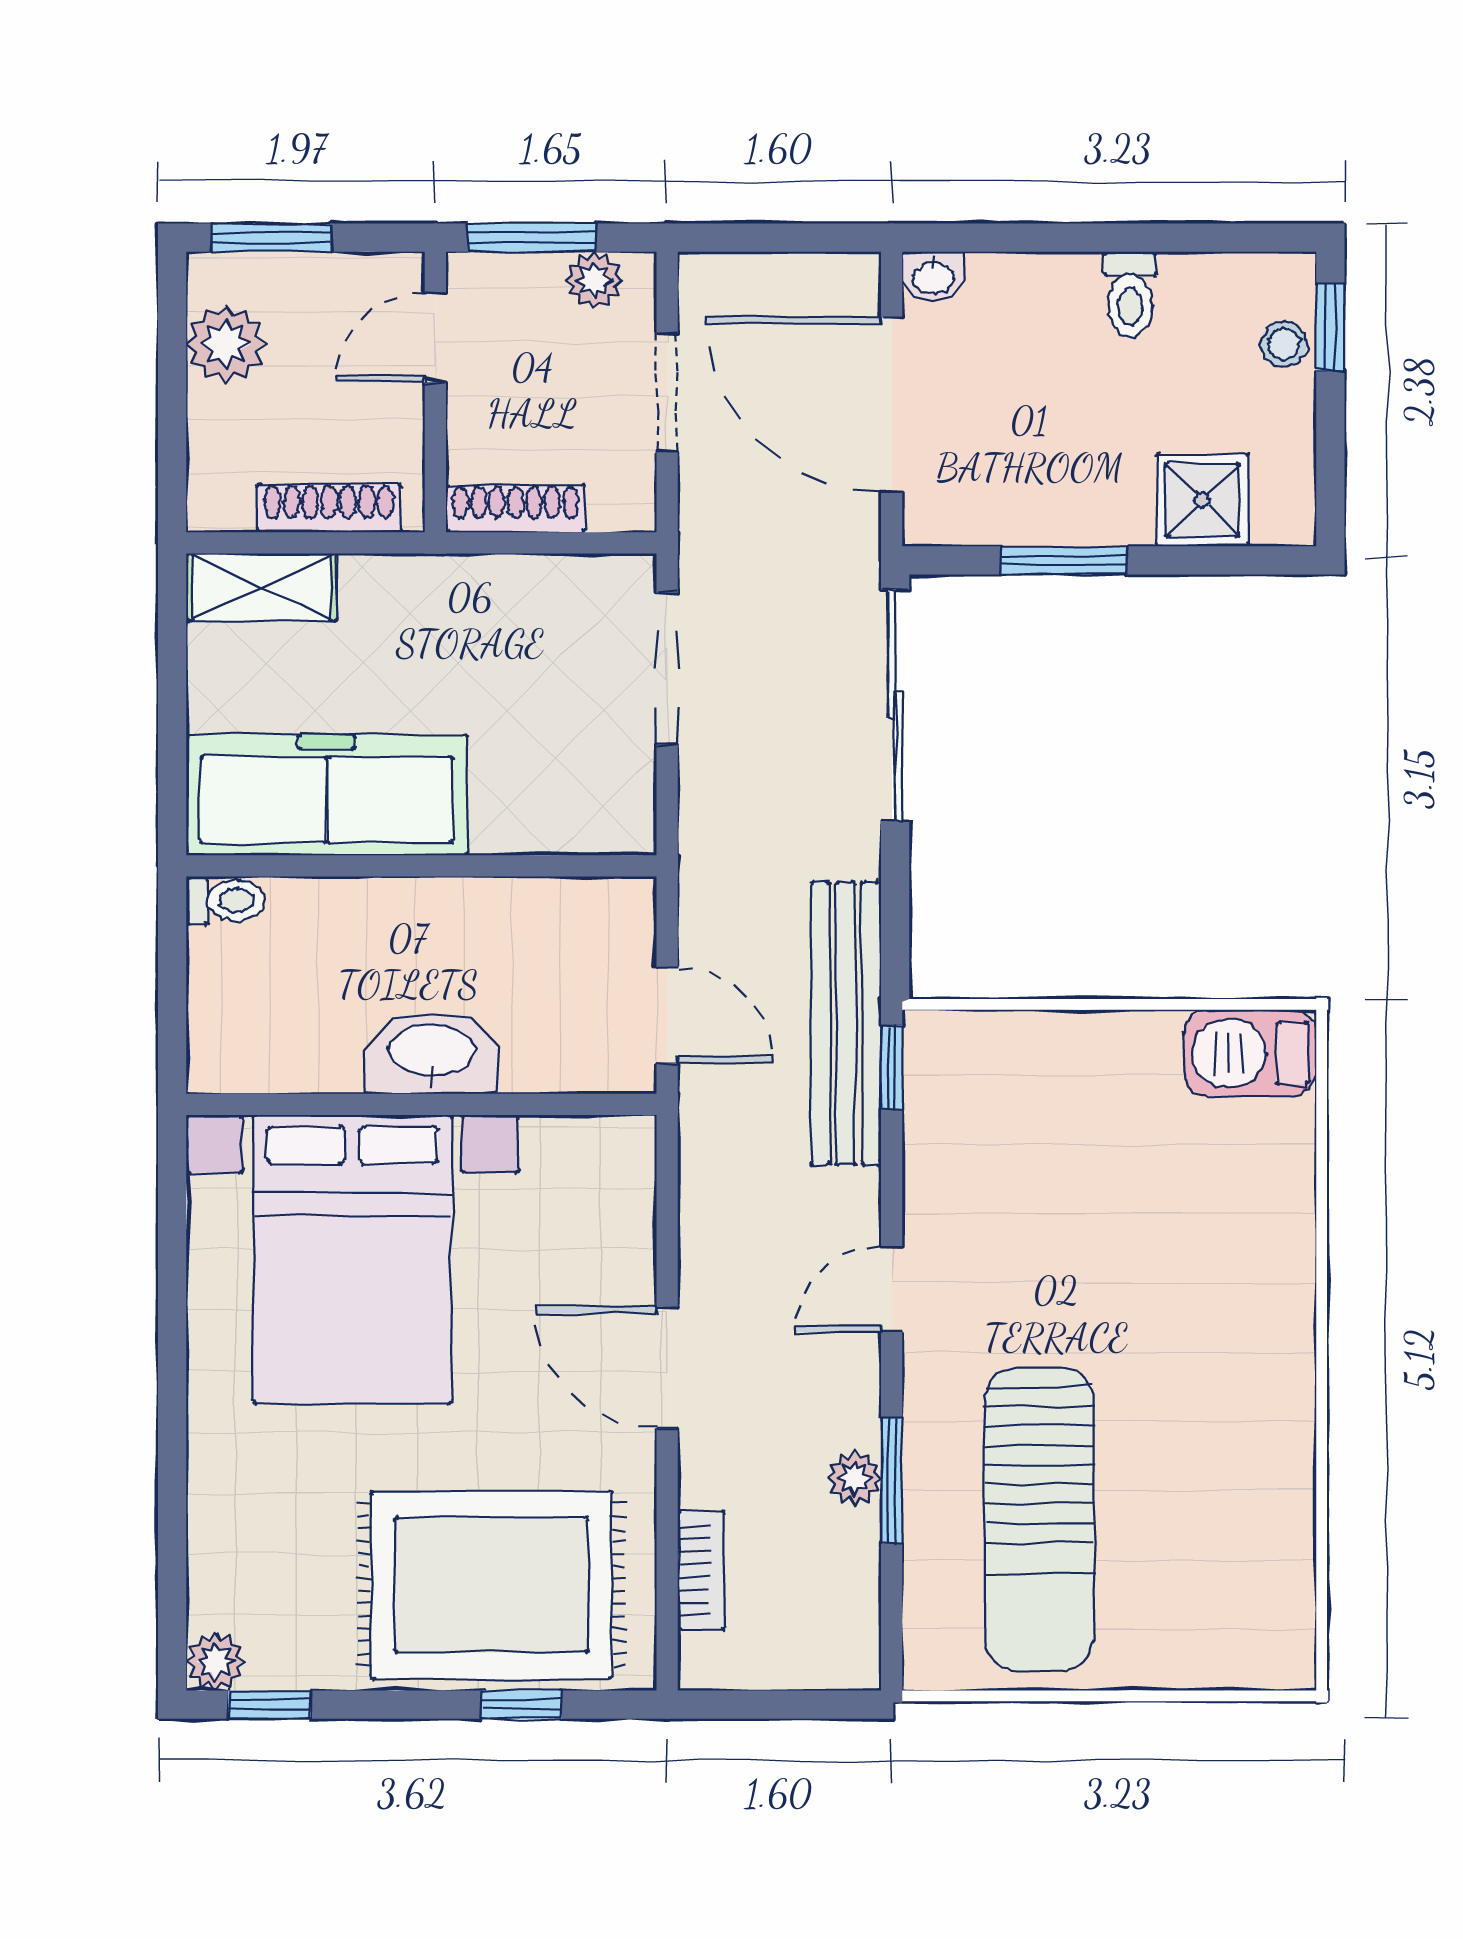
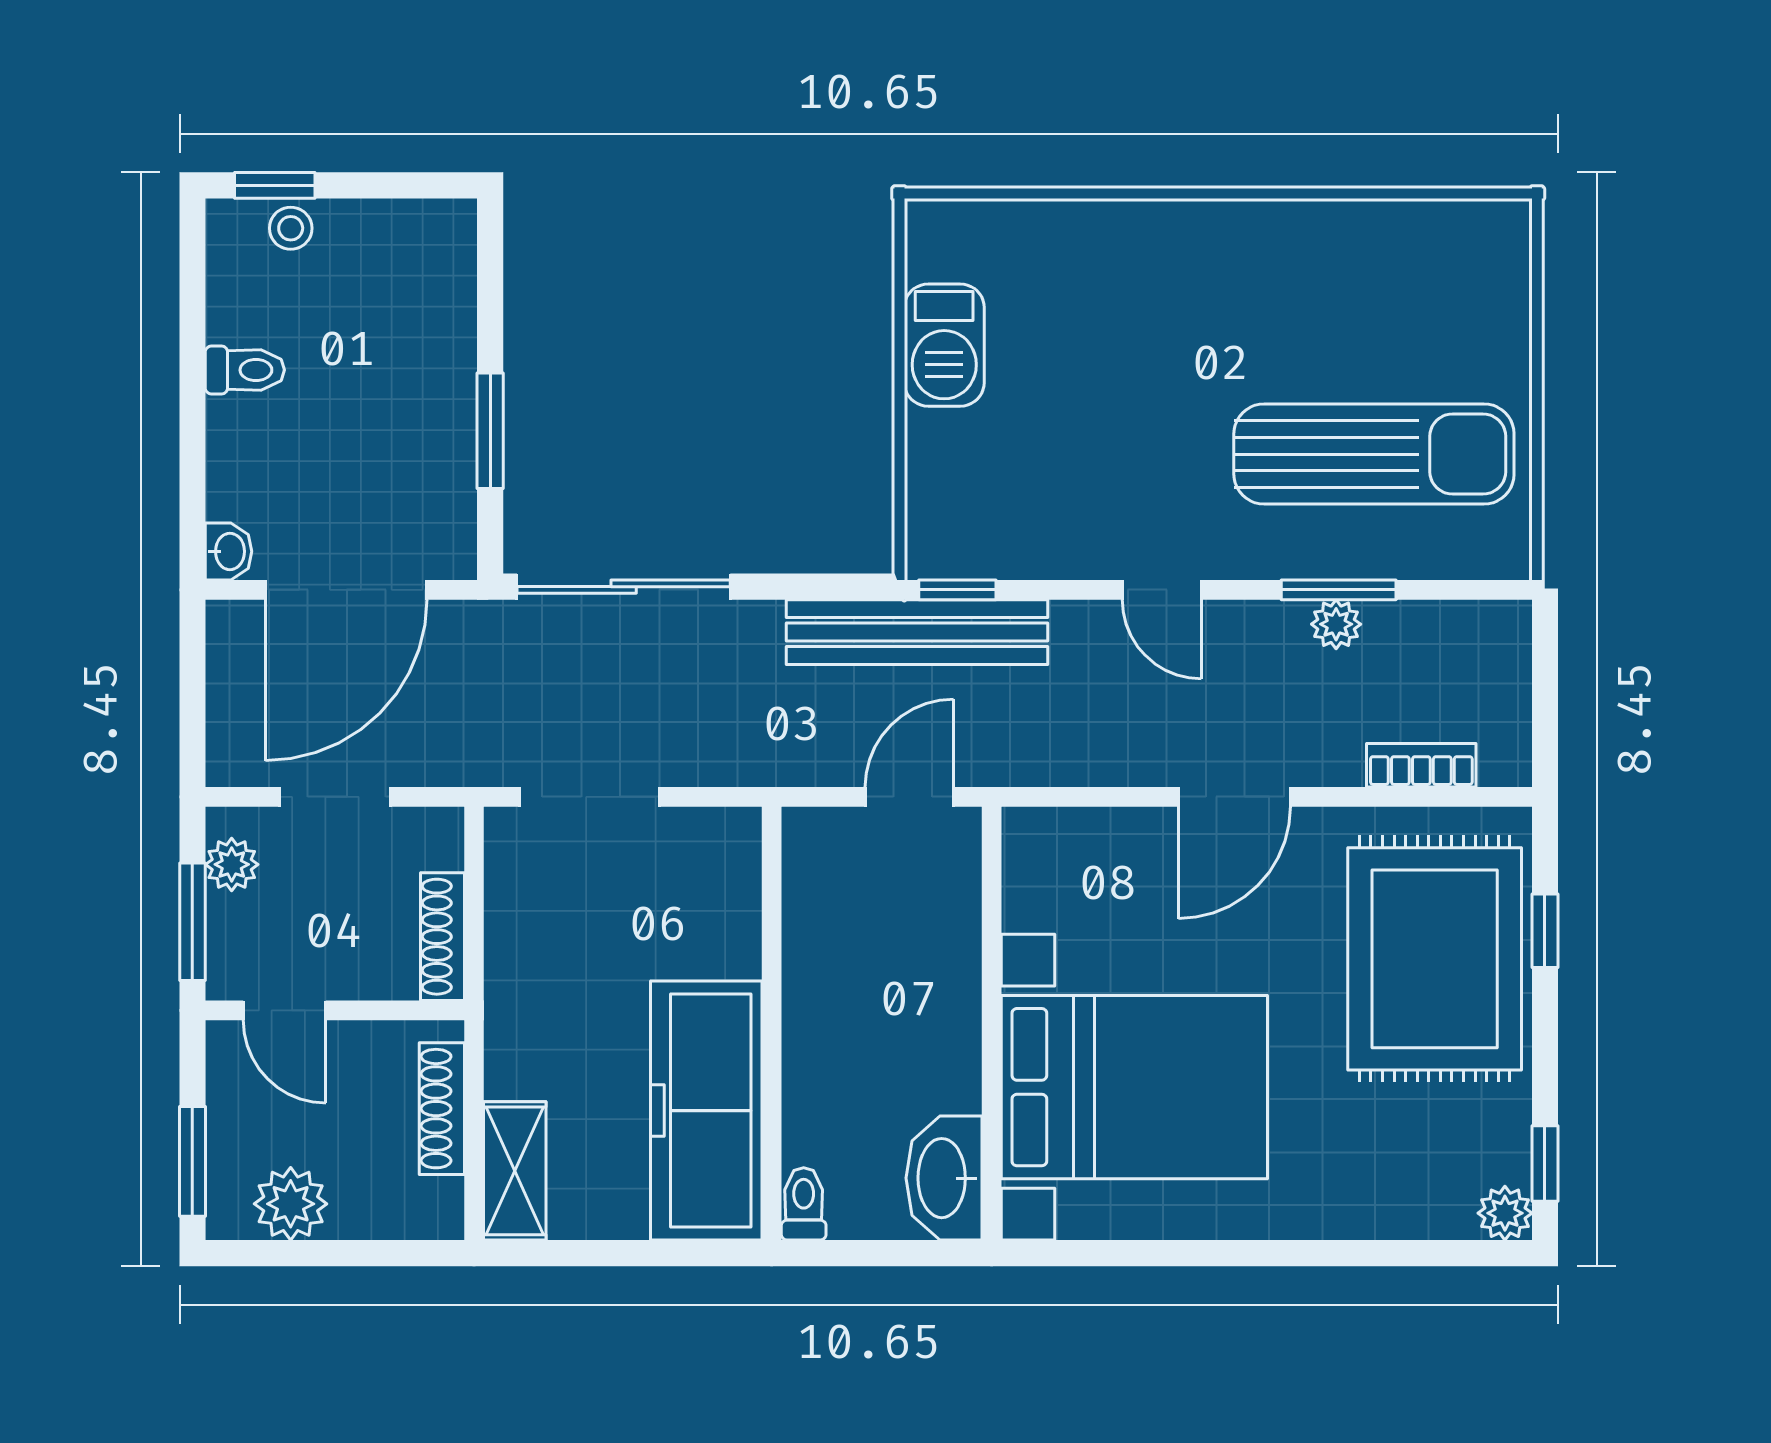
shower: (1202, 500) -> (435, 303), removed
washbasin: (432, 1053) -> (944, 1178), moved
barbecue: (1250, 1053) -> (944, 345), moved

